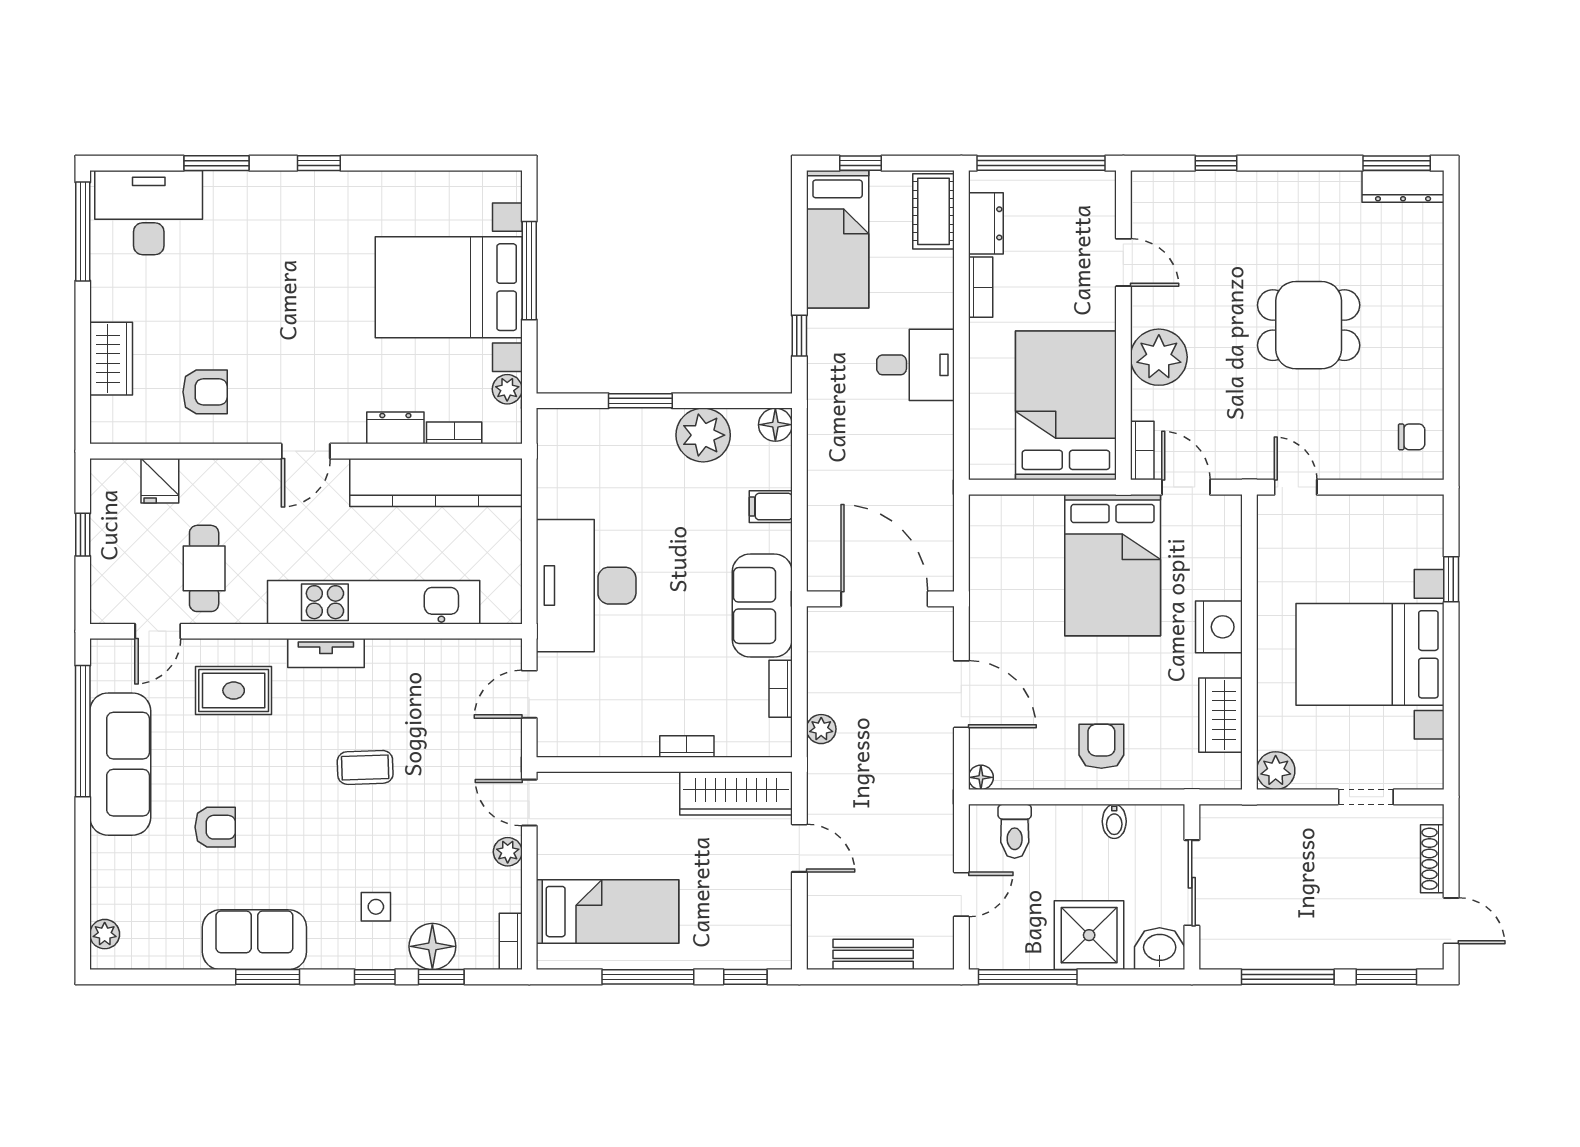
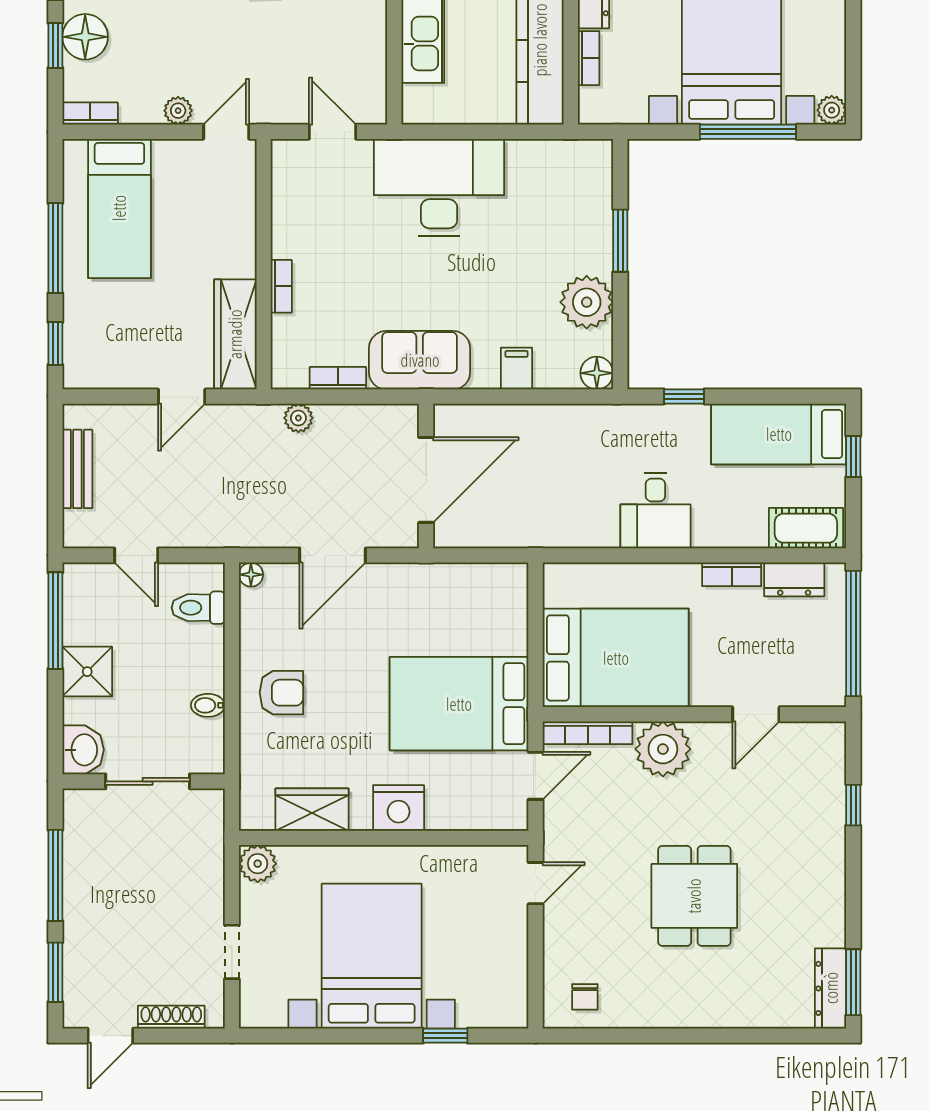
plant: (507, 389) -> (832, 110), moved
bookcase: (1142, 450) -> (588, 733), width x1.56
shower: (1089, 935) -> (87, 672), width x0.73, depth x0.73

